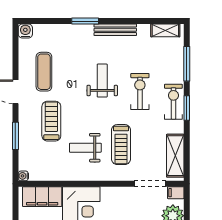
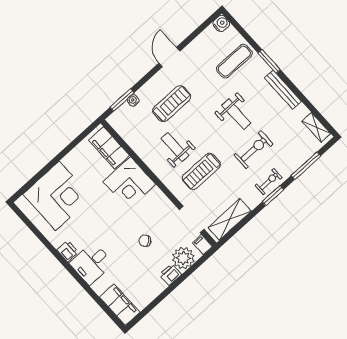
exercise mat: (44, 72) -> (234, 61), moved
weight bench: (102, 81) -> (236, 114), turned 90
exercise bike: (173, 102) -> (269, 182), width x0.73, depth x0.72
window: (15, 136) -> (122, 100), moved
water cooler: (23, 176) -> (133, 100), moved

